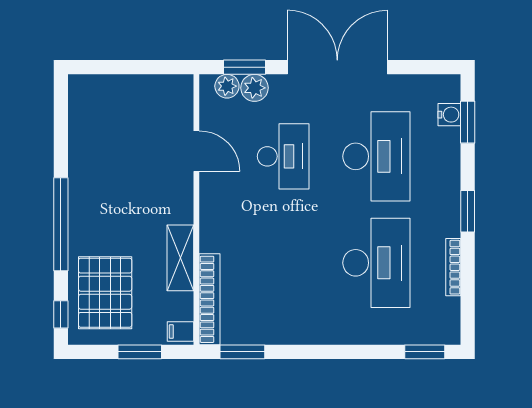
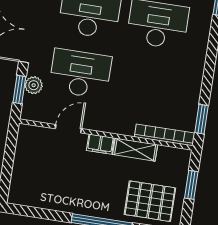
plant: (227, 86) -> (30, 103), removed
desk: (283, 156) -> (80, 74), width x1.36, depth x1.30
filing cabinet: (180, 332) -> (100, 144), moved, width x2.00

